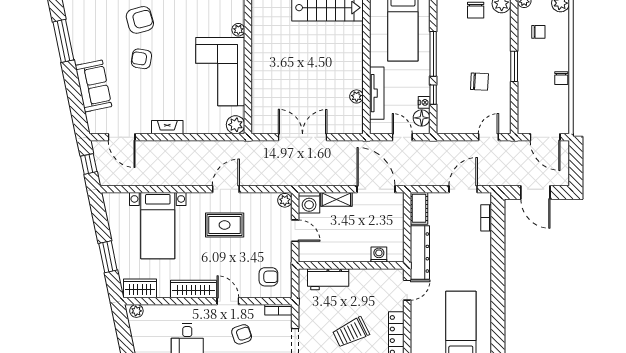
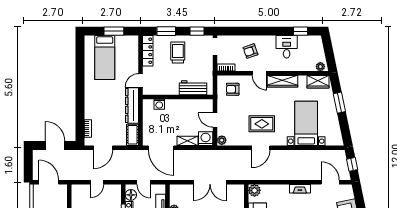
door: (488, 137) -> (97, 182), moved
trolley: (351, 332) -> (178, 52), turned -64

